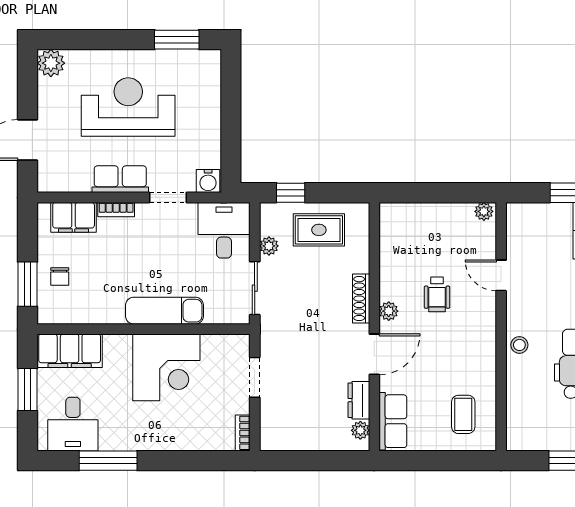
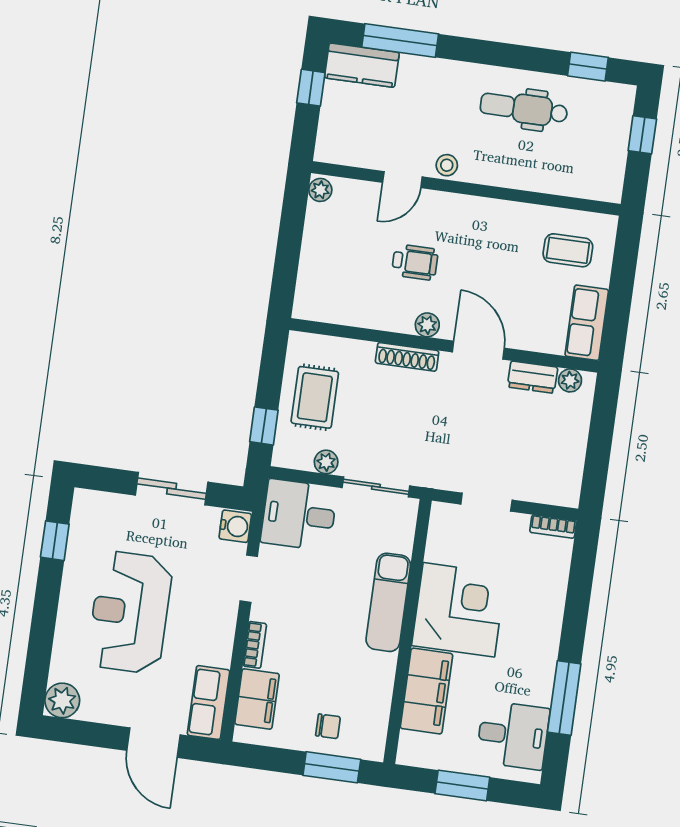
window: (177, 40) -> (55, 541), width x0.67
sliding door: (231, 126) -> (172, 489), added
row of seats: (120, 179) -> (208, 703), moved
stool: (519, 345) -> (447, 165), moved
filing cabinet: (70, 351) -> (426, 691), moved
row of seats: (393, 421) -> (587, 323), moved, turned -90

